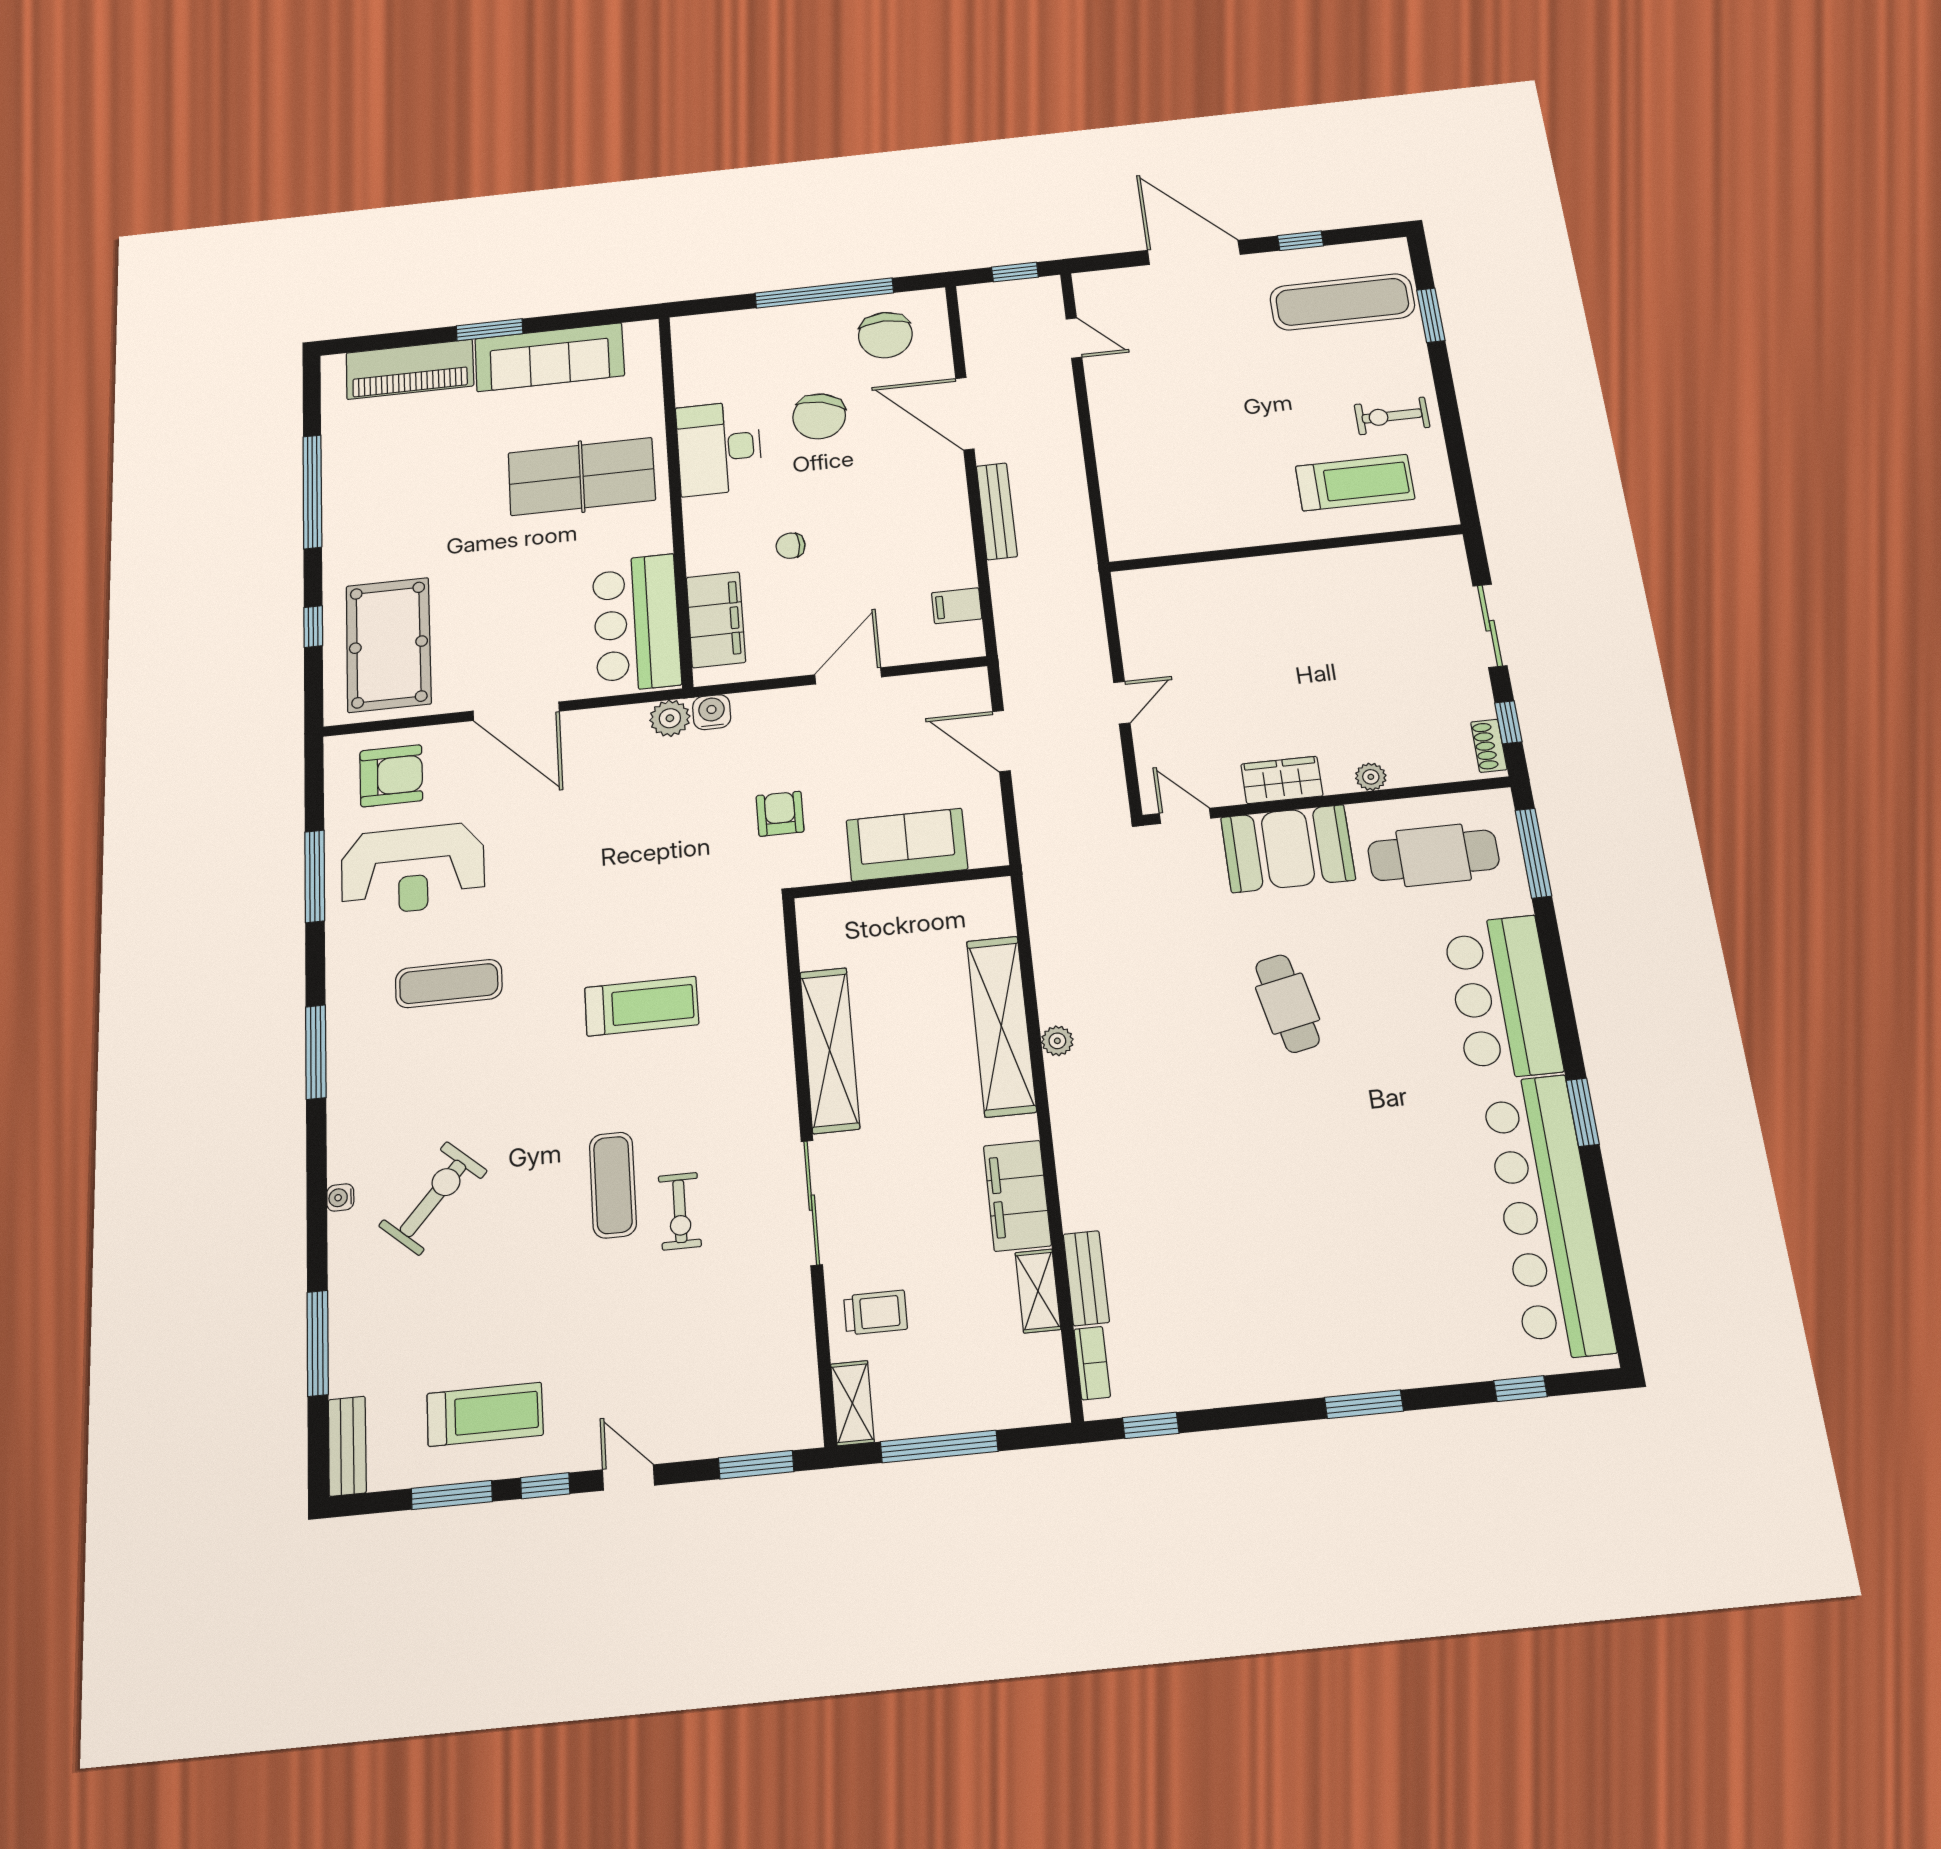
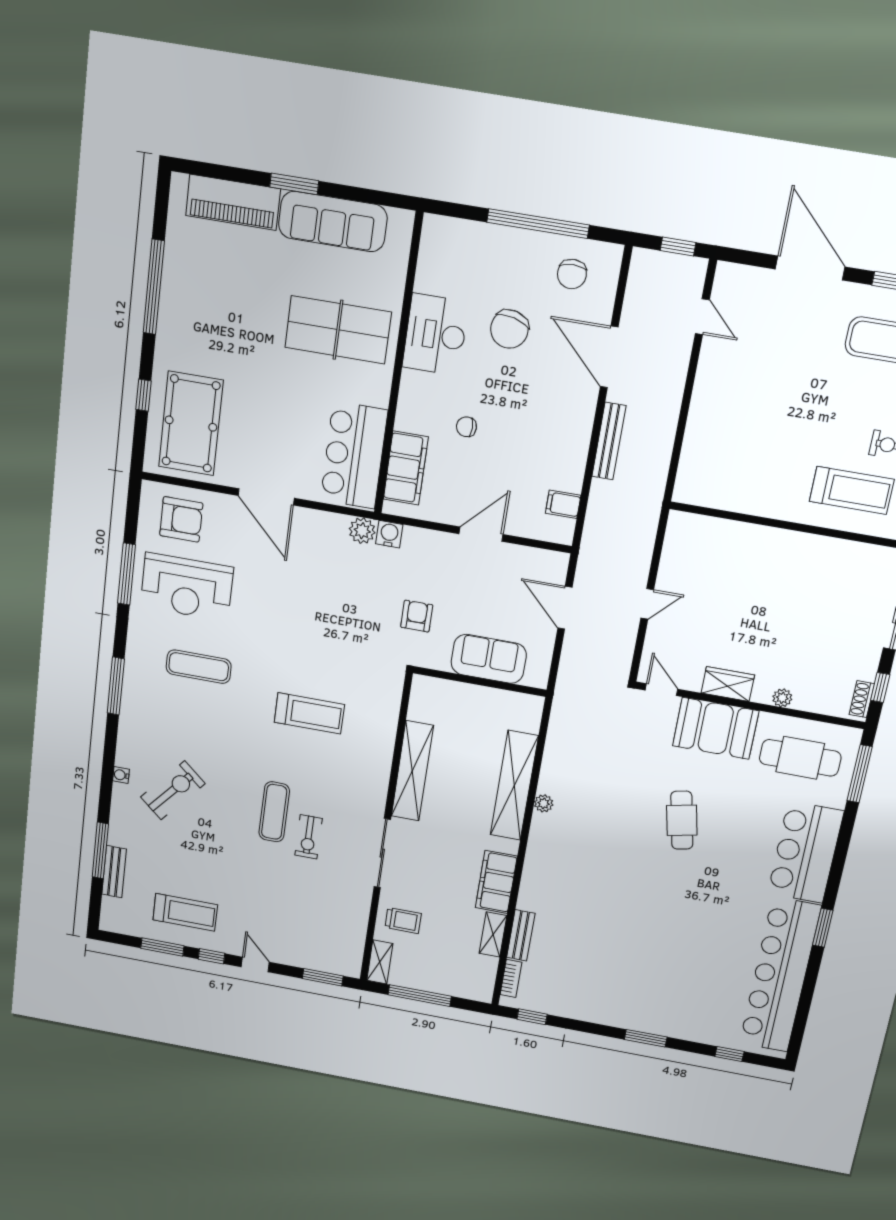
chair: (885, 335) -> (572, 274), width x0.73, depth x0.73
bench: (347, 1446) -> (114, 872), moved

